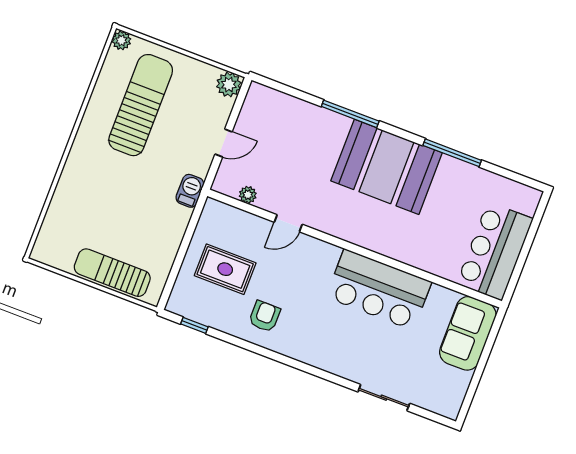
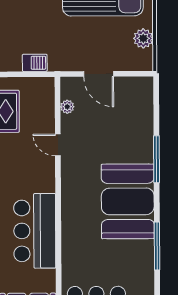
plant: (229, 85) -> (143, 38), moved
door: (224, 143) -> (99, 74), width x1.38
barbecue: (190, 191) -> (35, 63), moved

